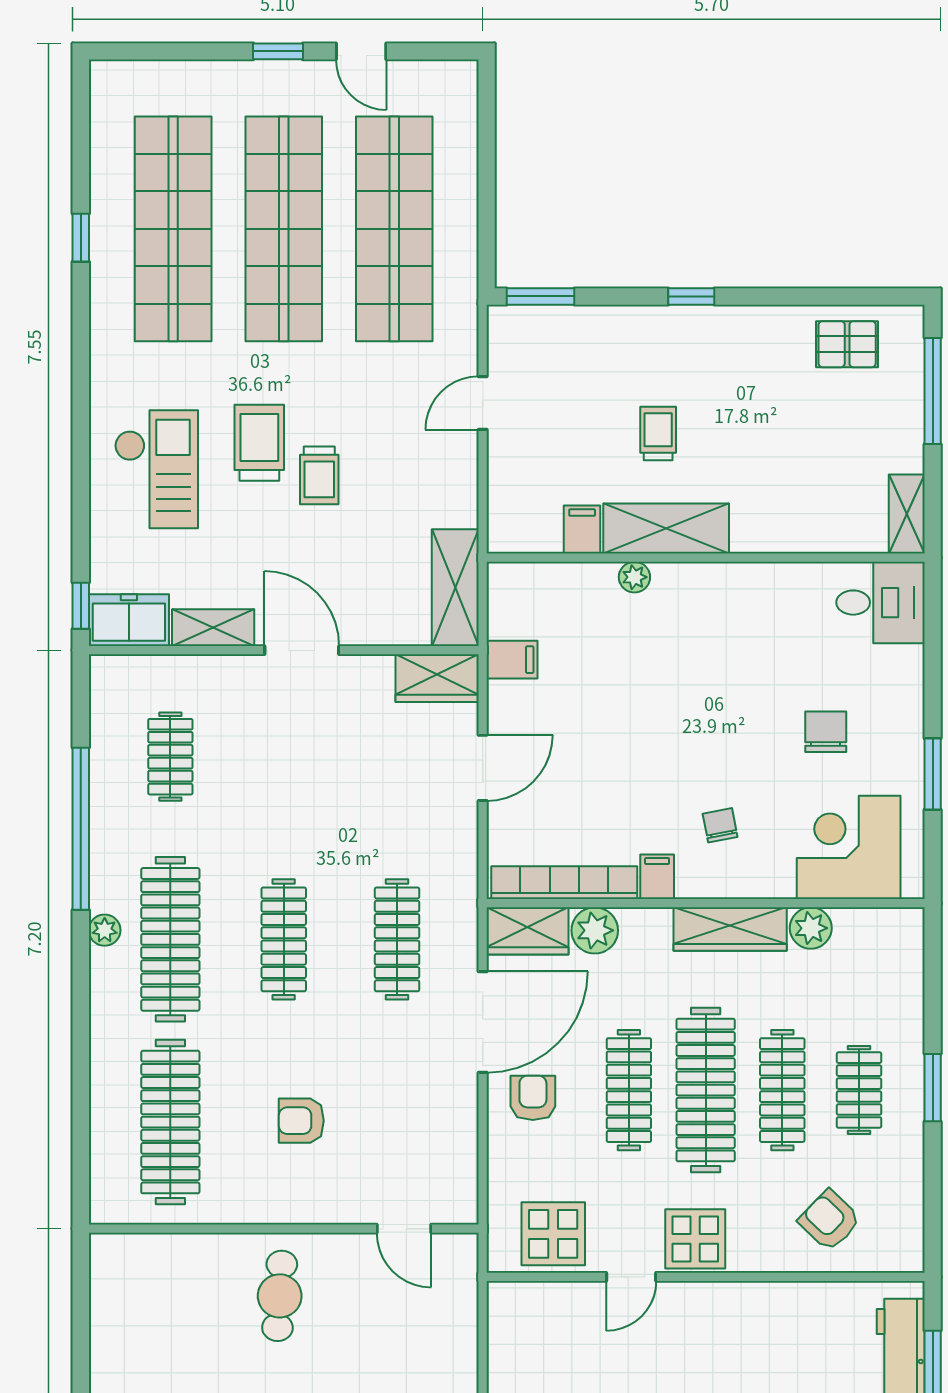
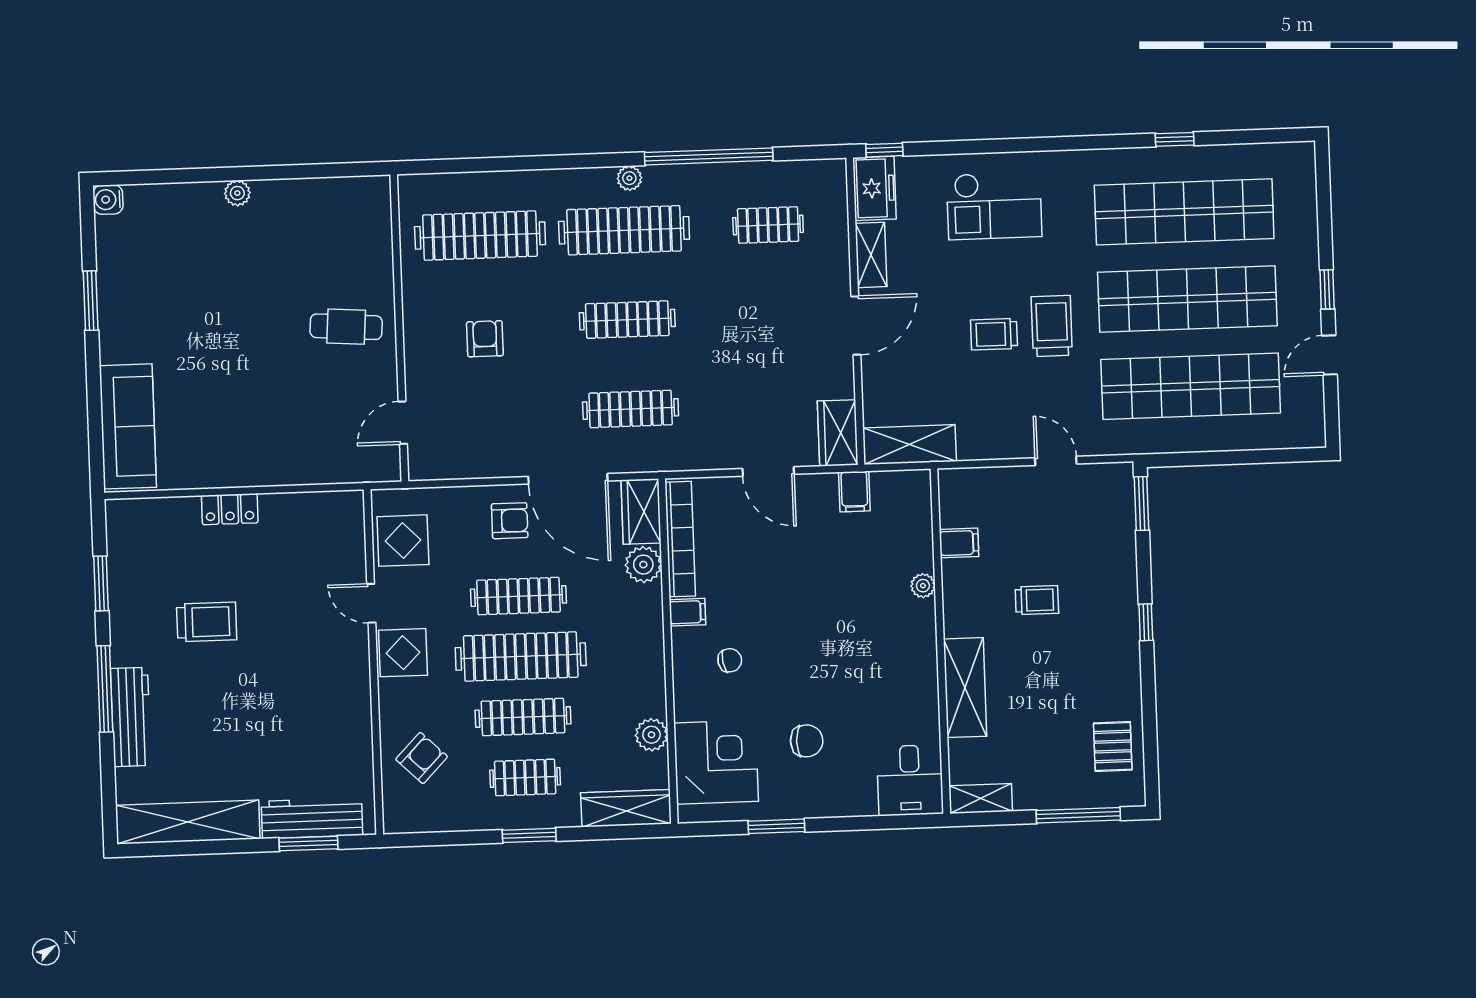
trolley: (259, 443) -> (1052, 326), moved, turned -90
shelving: (666, 529) -> (965, 688), moved
wardrobe: (730, 929) -> (626, 808), moved, turned 90

